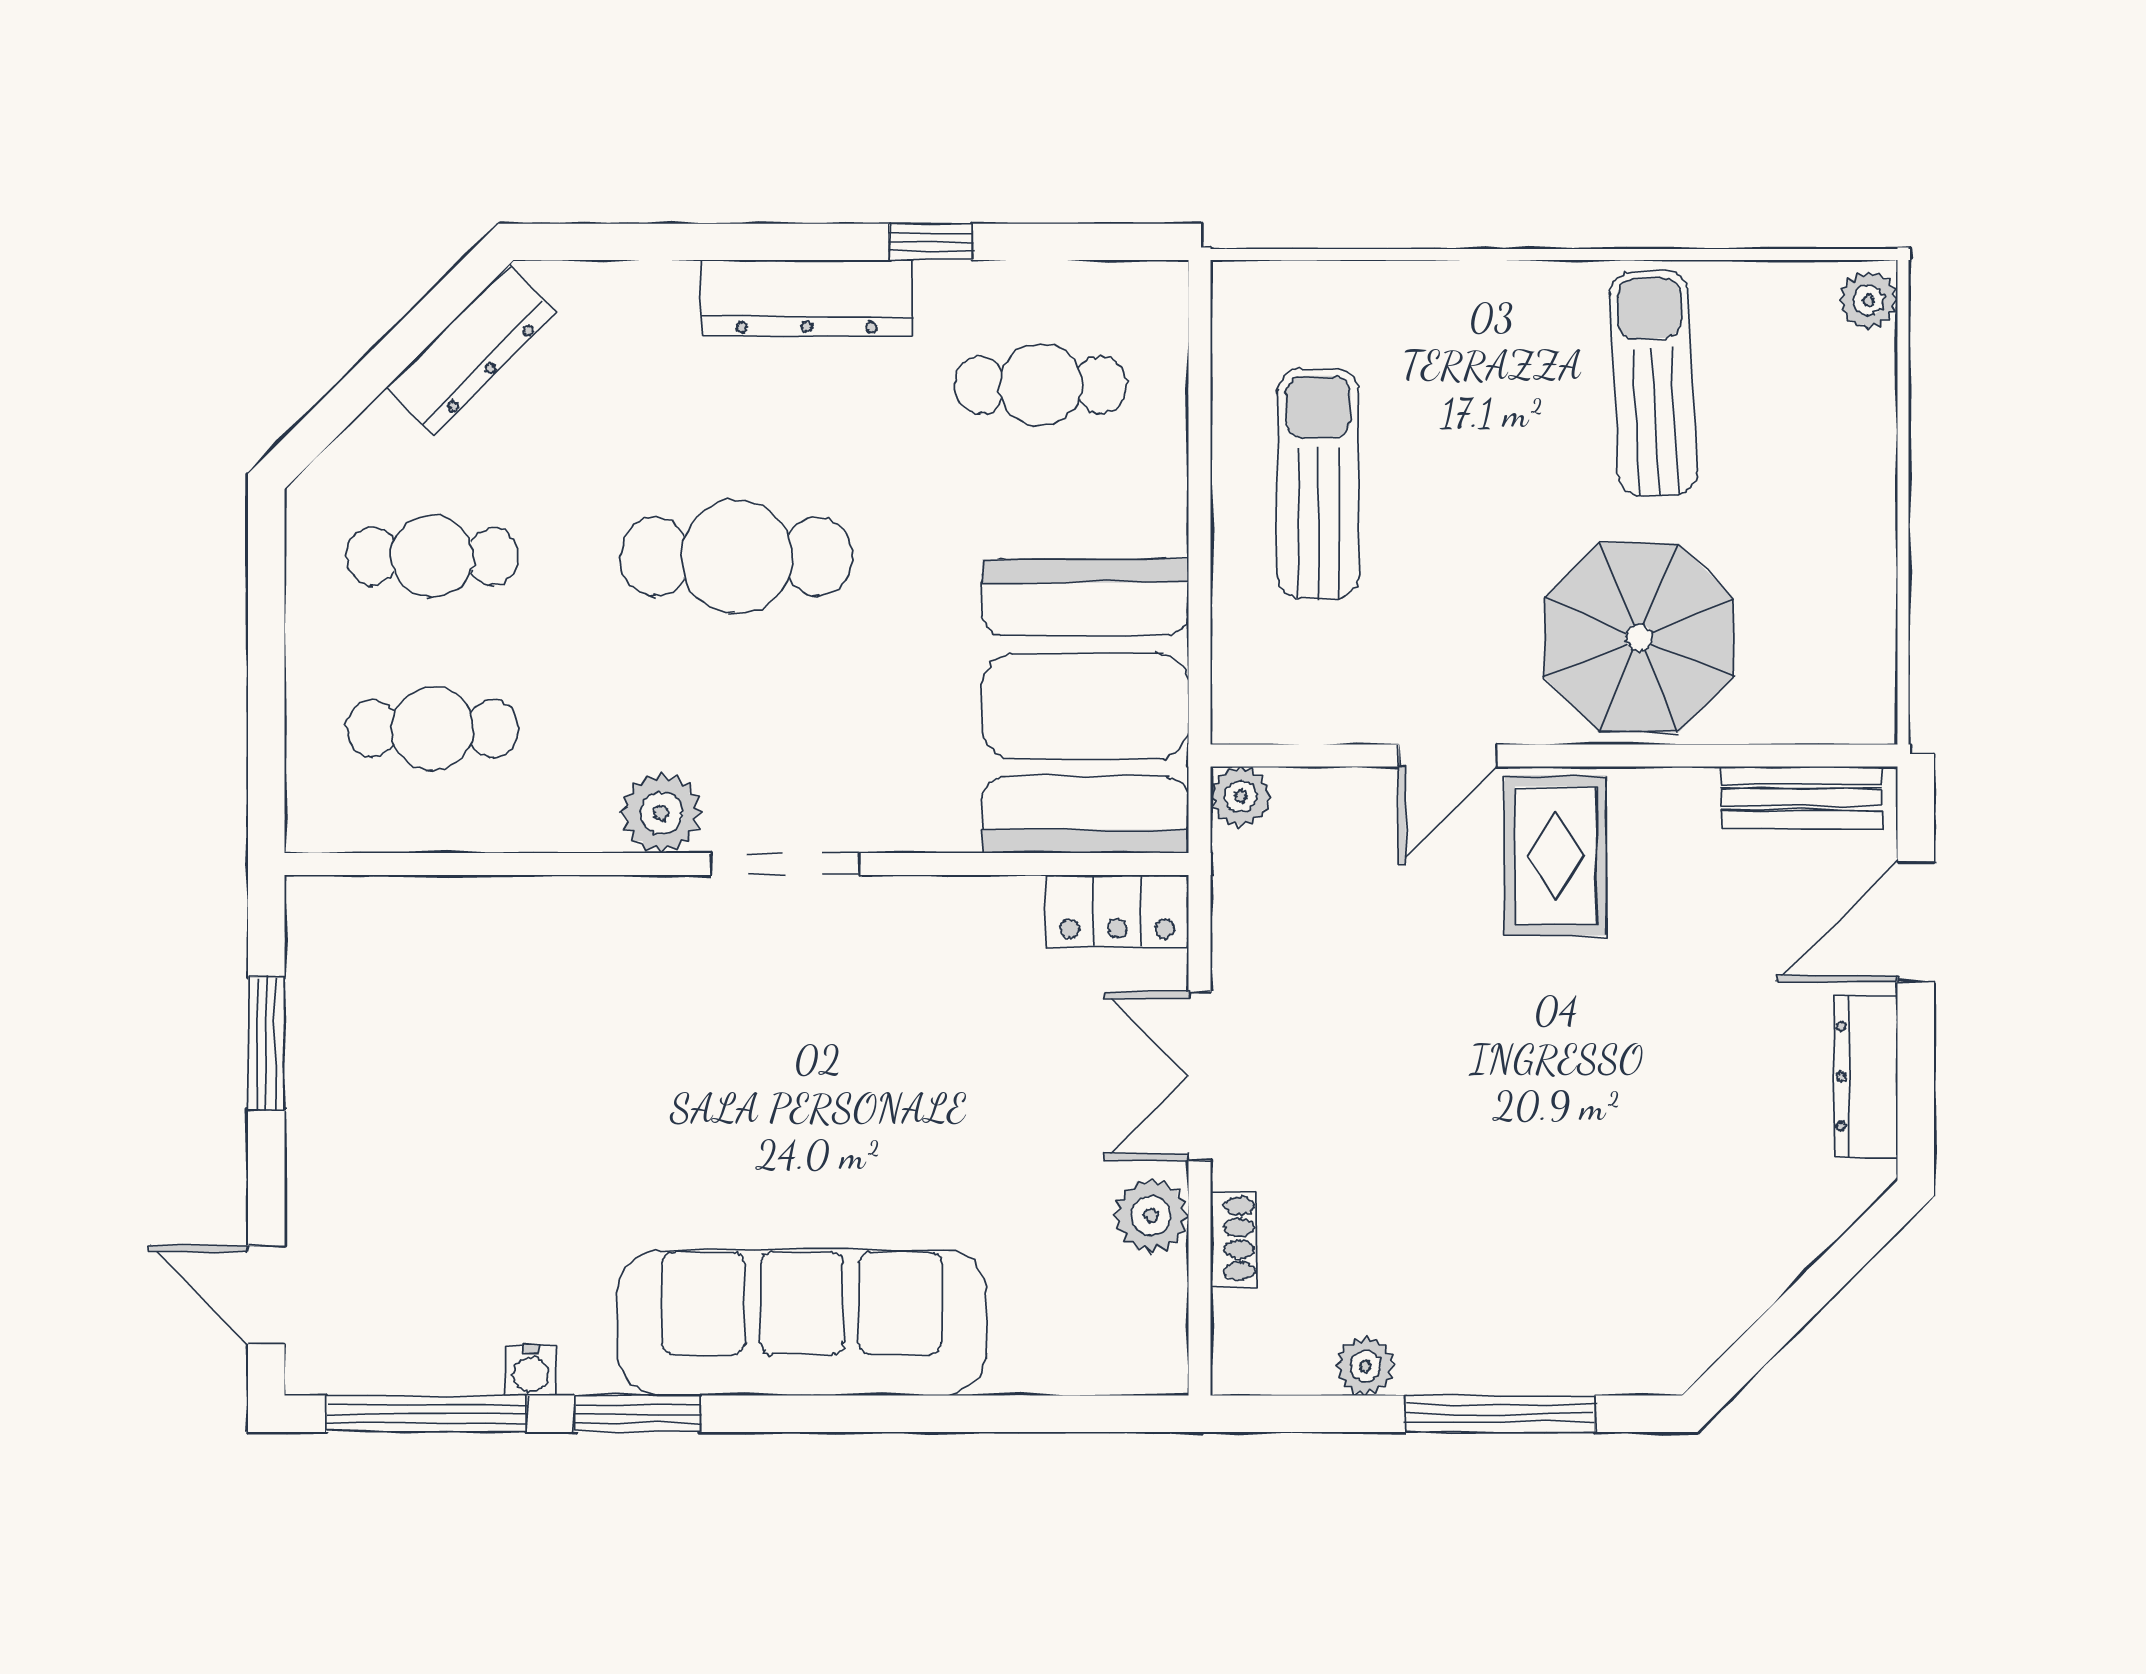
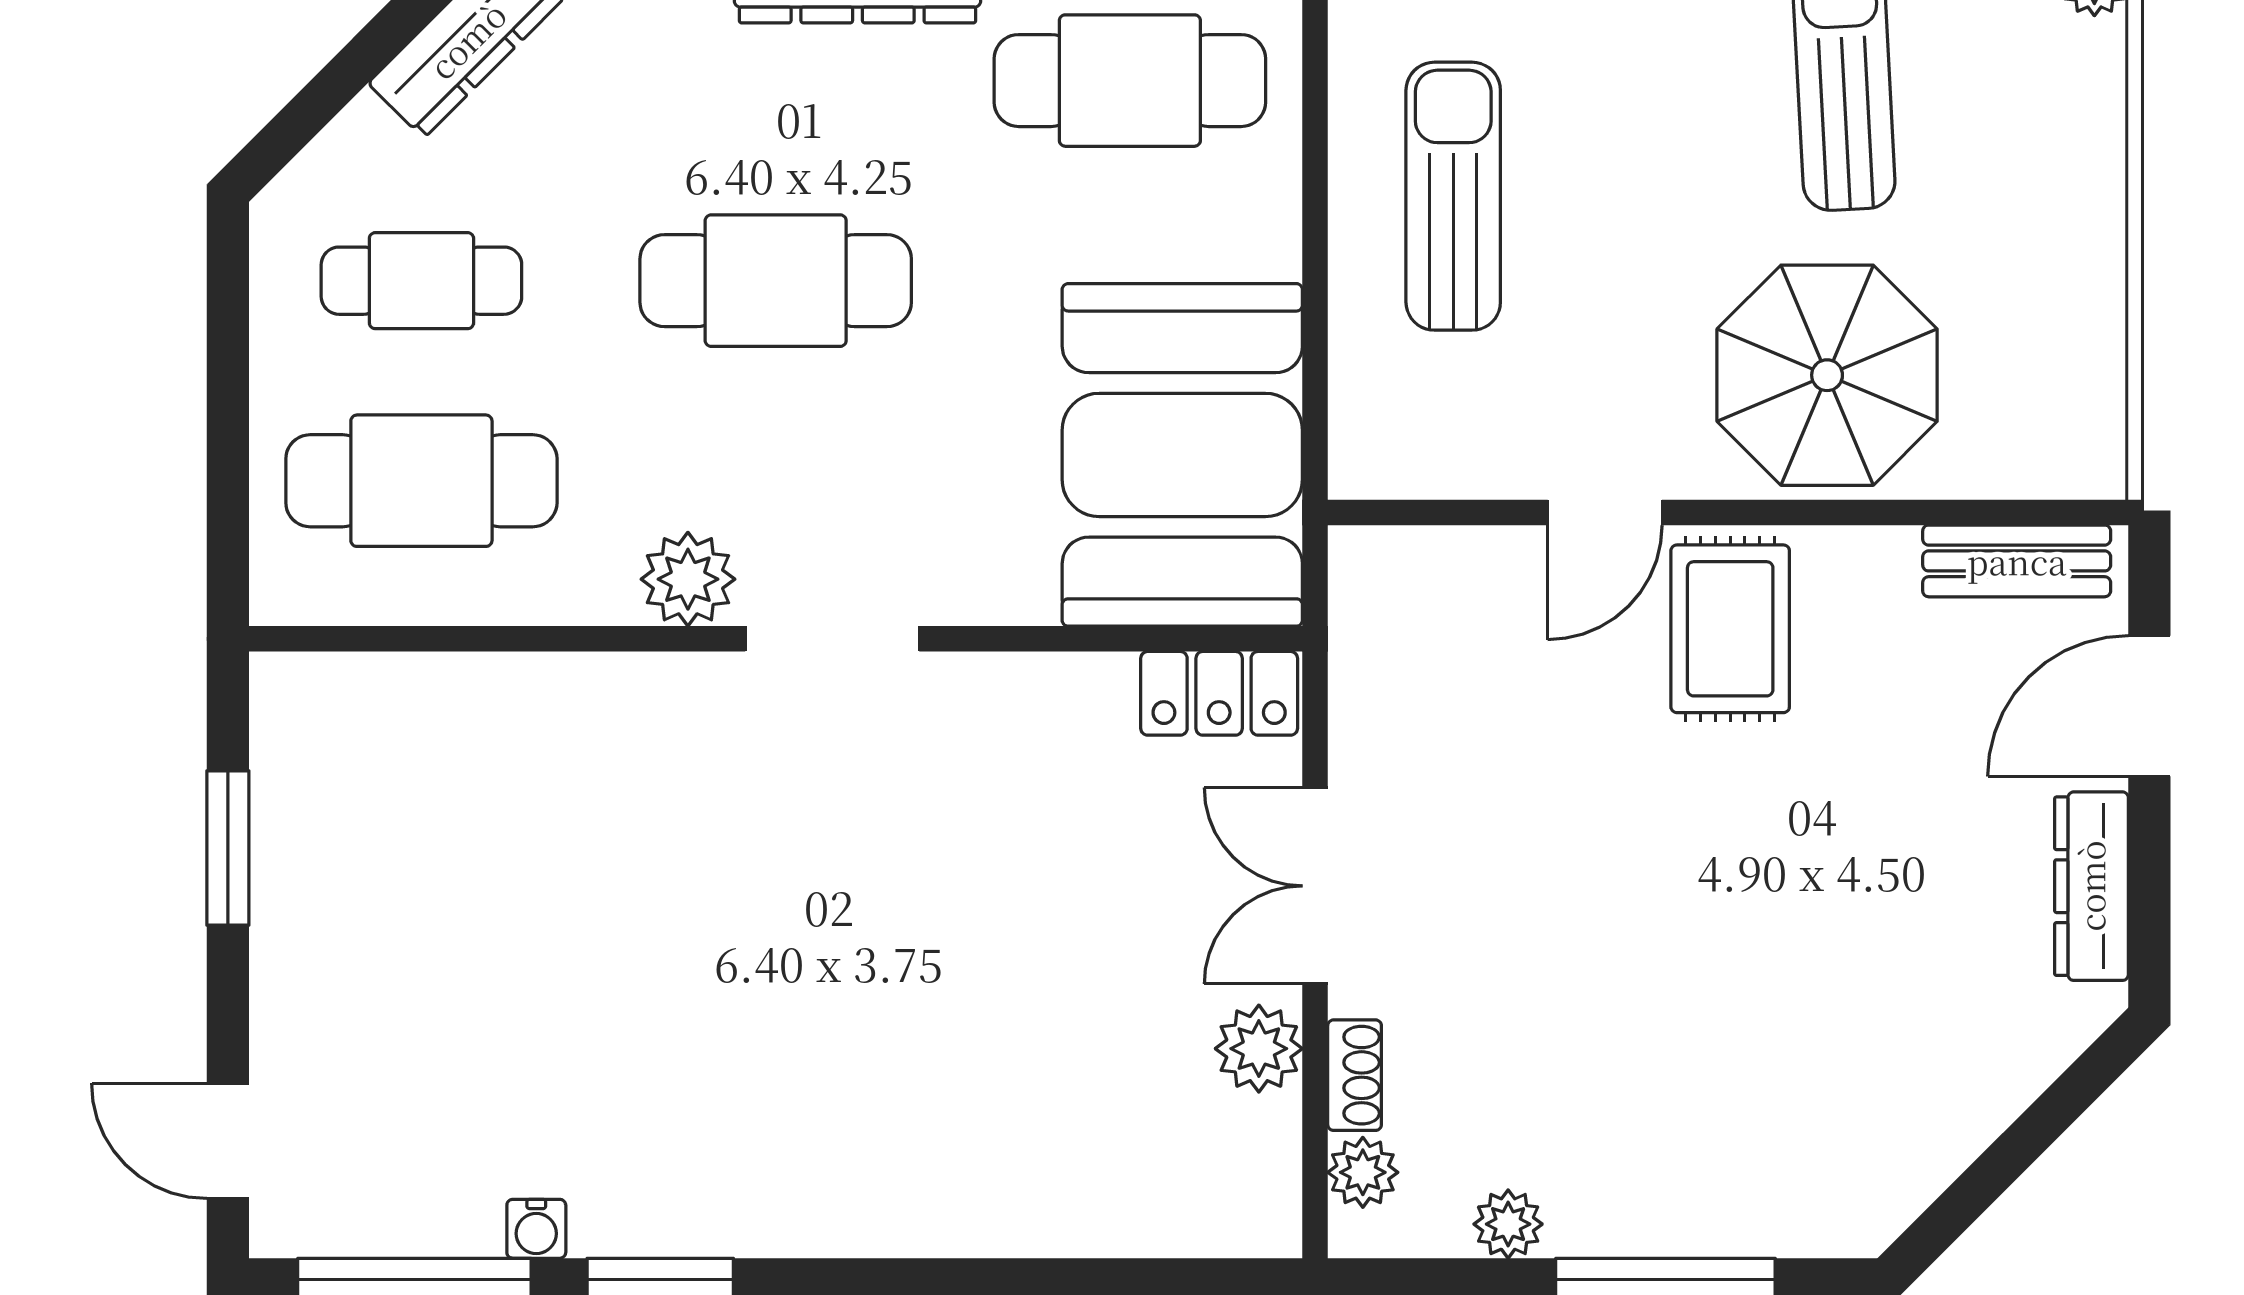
cafe table: (1041, 385) -> (1130, 81), width x1.37, depth x1.35
cafe table: (432, 728) -> (421, 481), width x1.37, depth x1.35
plant: (1240, 796) -> (1363, 1172), moved
sofa: (802, 1323) -> (852, 1173), removed

